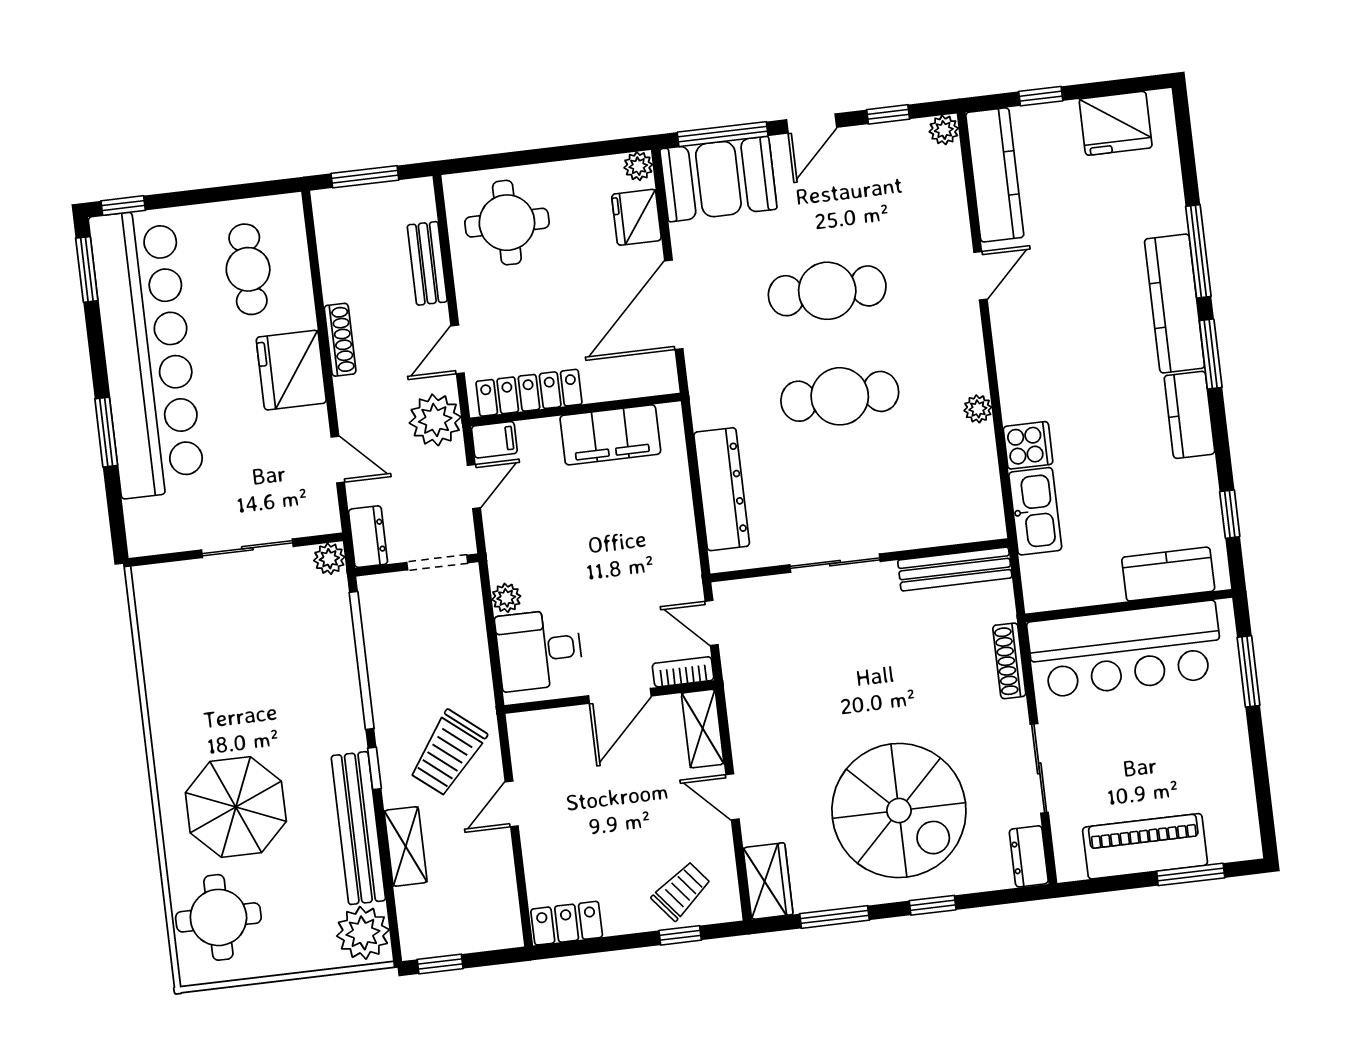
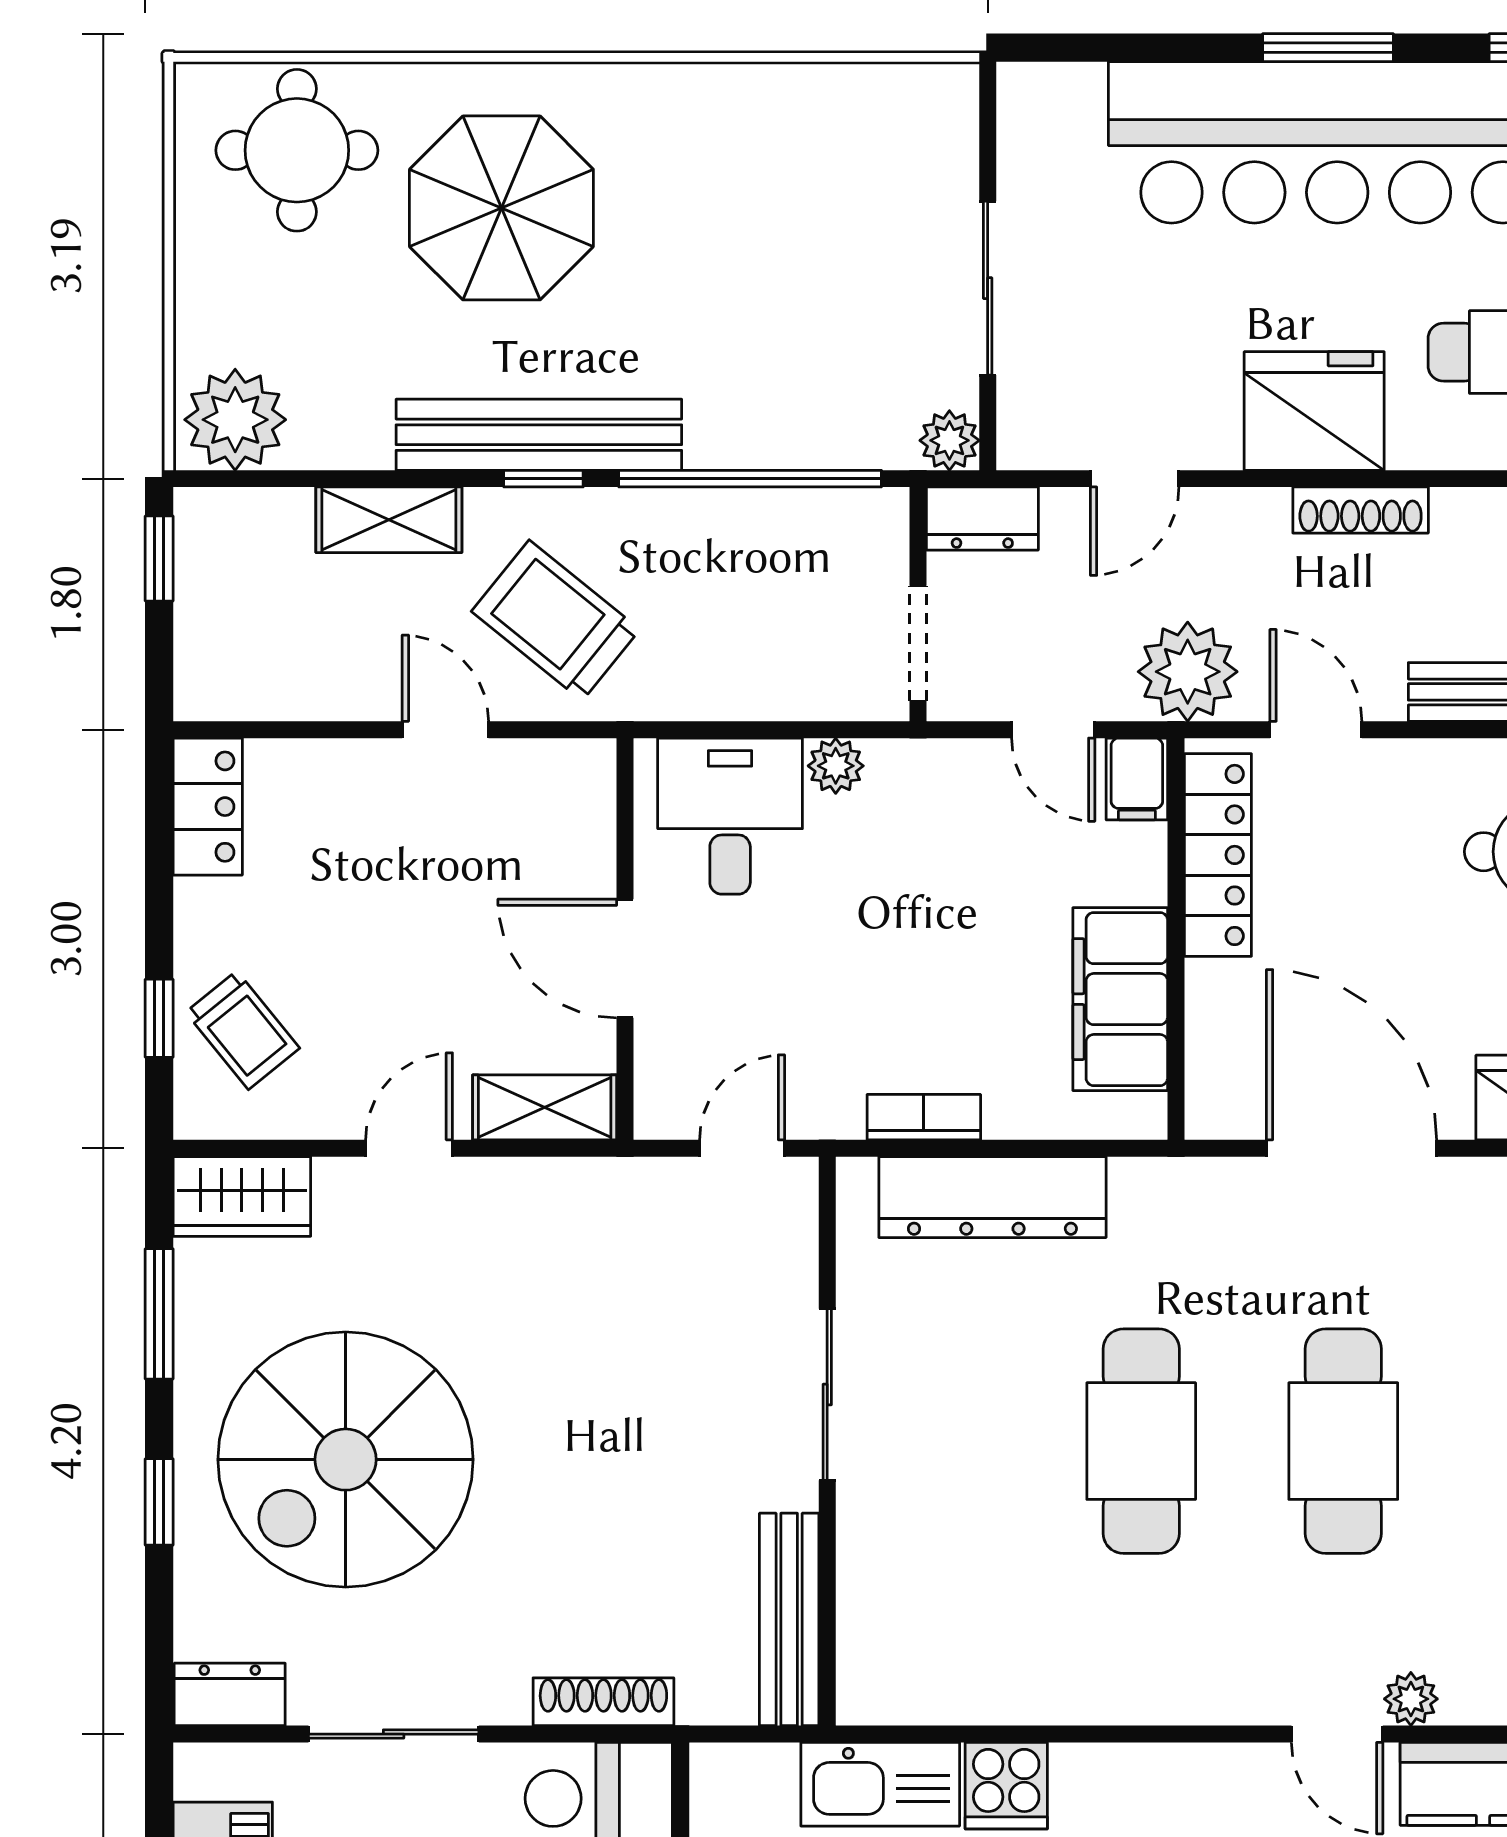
plant: (978, 409) -> (1411, 1699), moved
window: (106, 432) -> (1328, 48), moved
bookcase: (683, 672) -> (924, 1117), moved, turned -90
bench: (358, 828) -> (539, 435), moved

